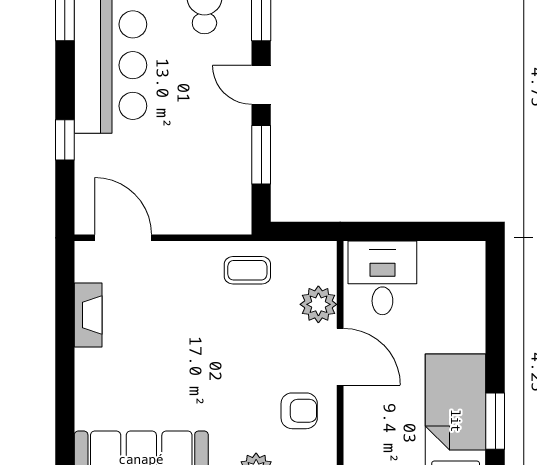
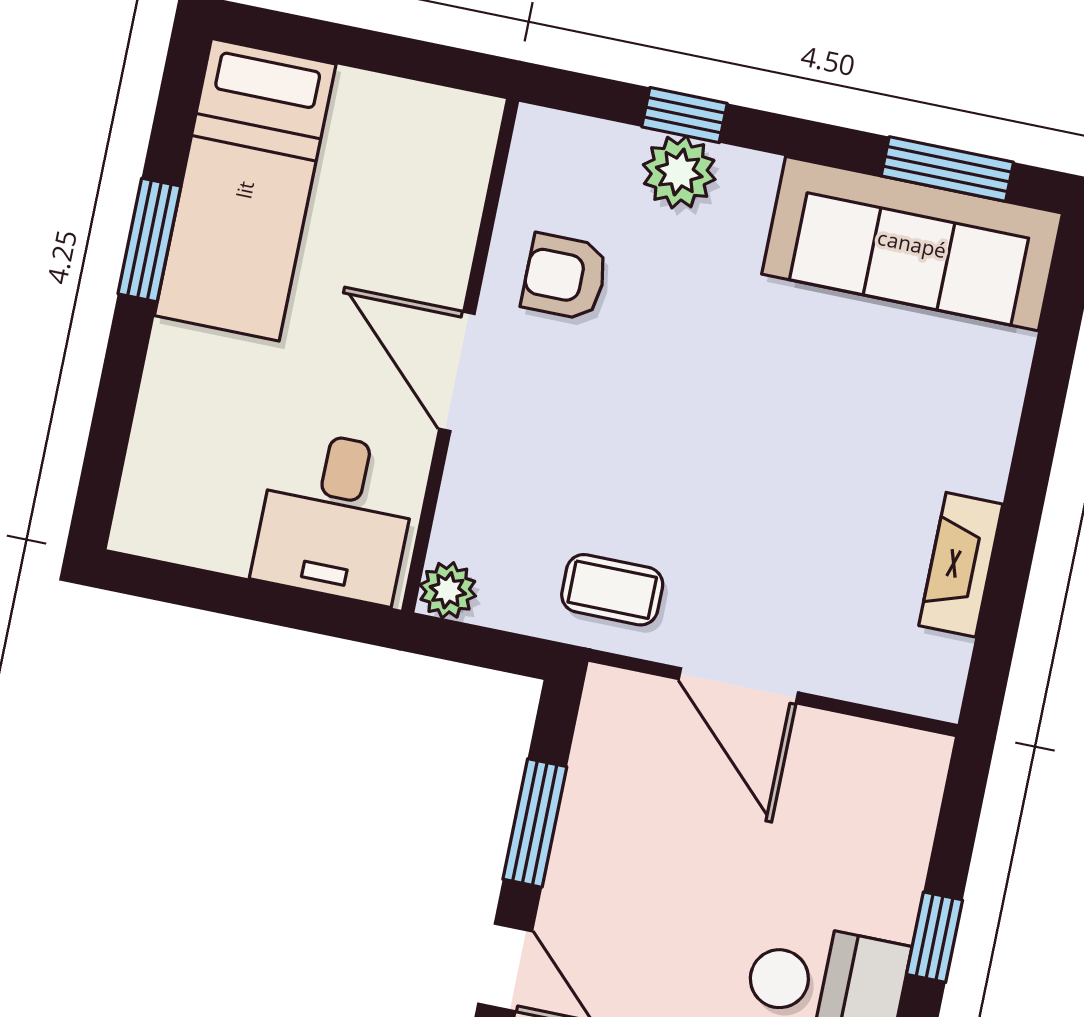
door: (123, 238) -> (738, 686), moved
plant: (318, 304) -> (448, 590), moved, width x0.73, depth x0.73
window: (495, 421) -> (149, 240), moved

